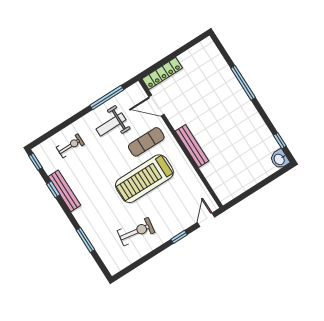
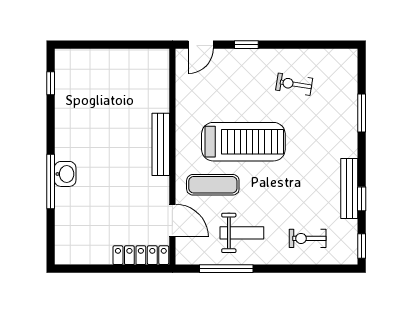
washbasin: (280, 159) -> (65, 174), moved
exercise bike: (136, 232) -> (294, 84), width x0.73, depth x0.72

